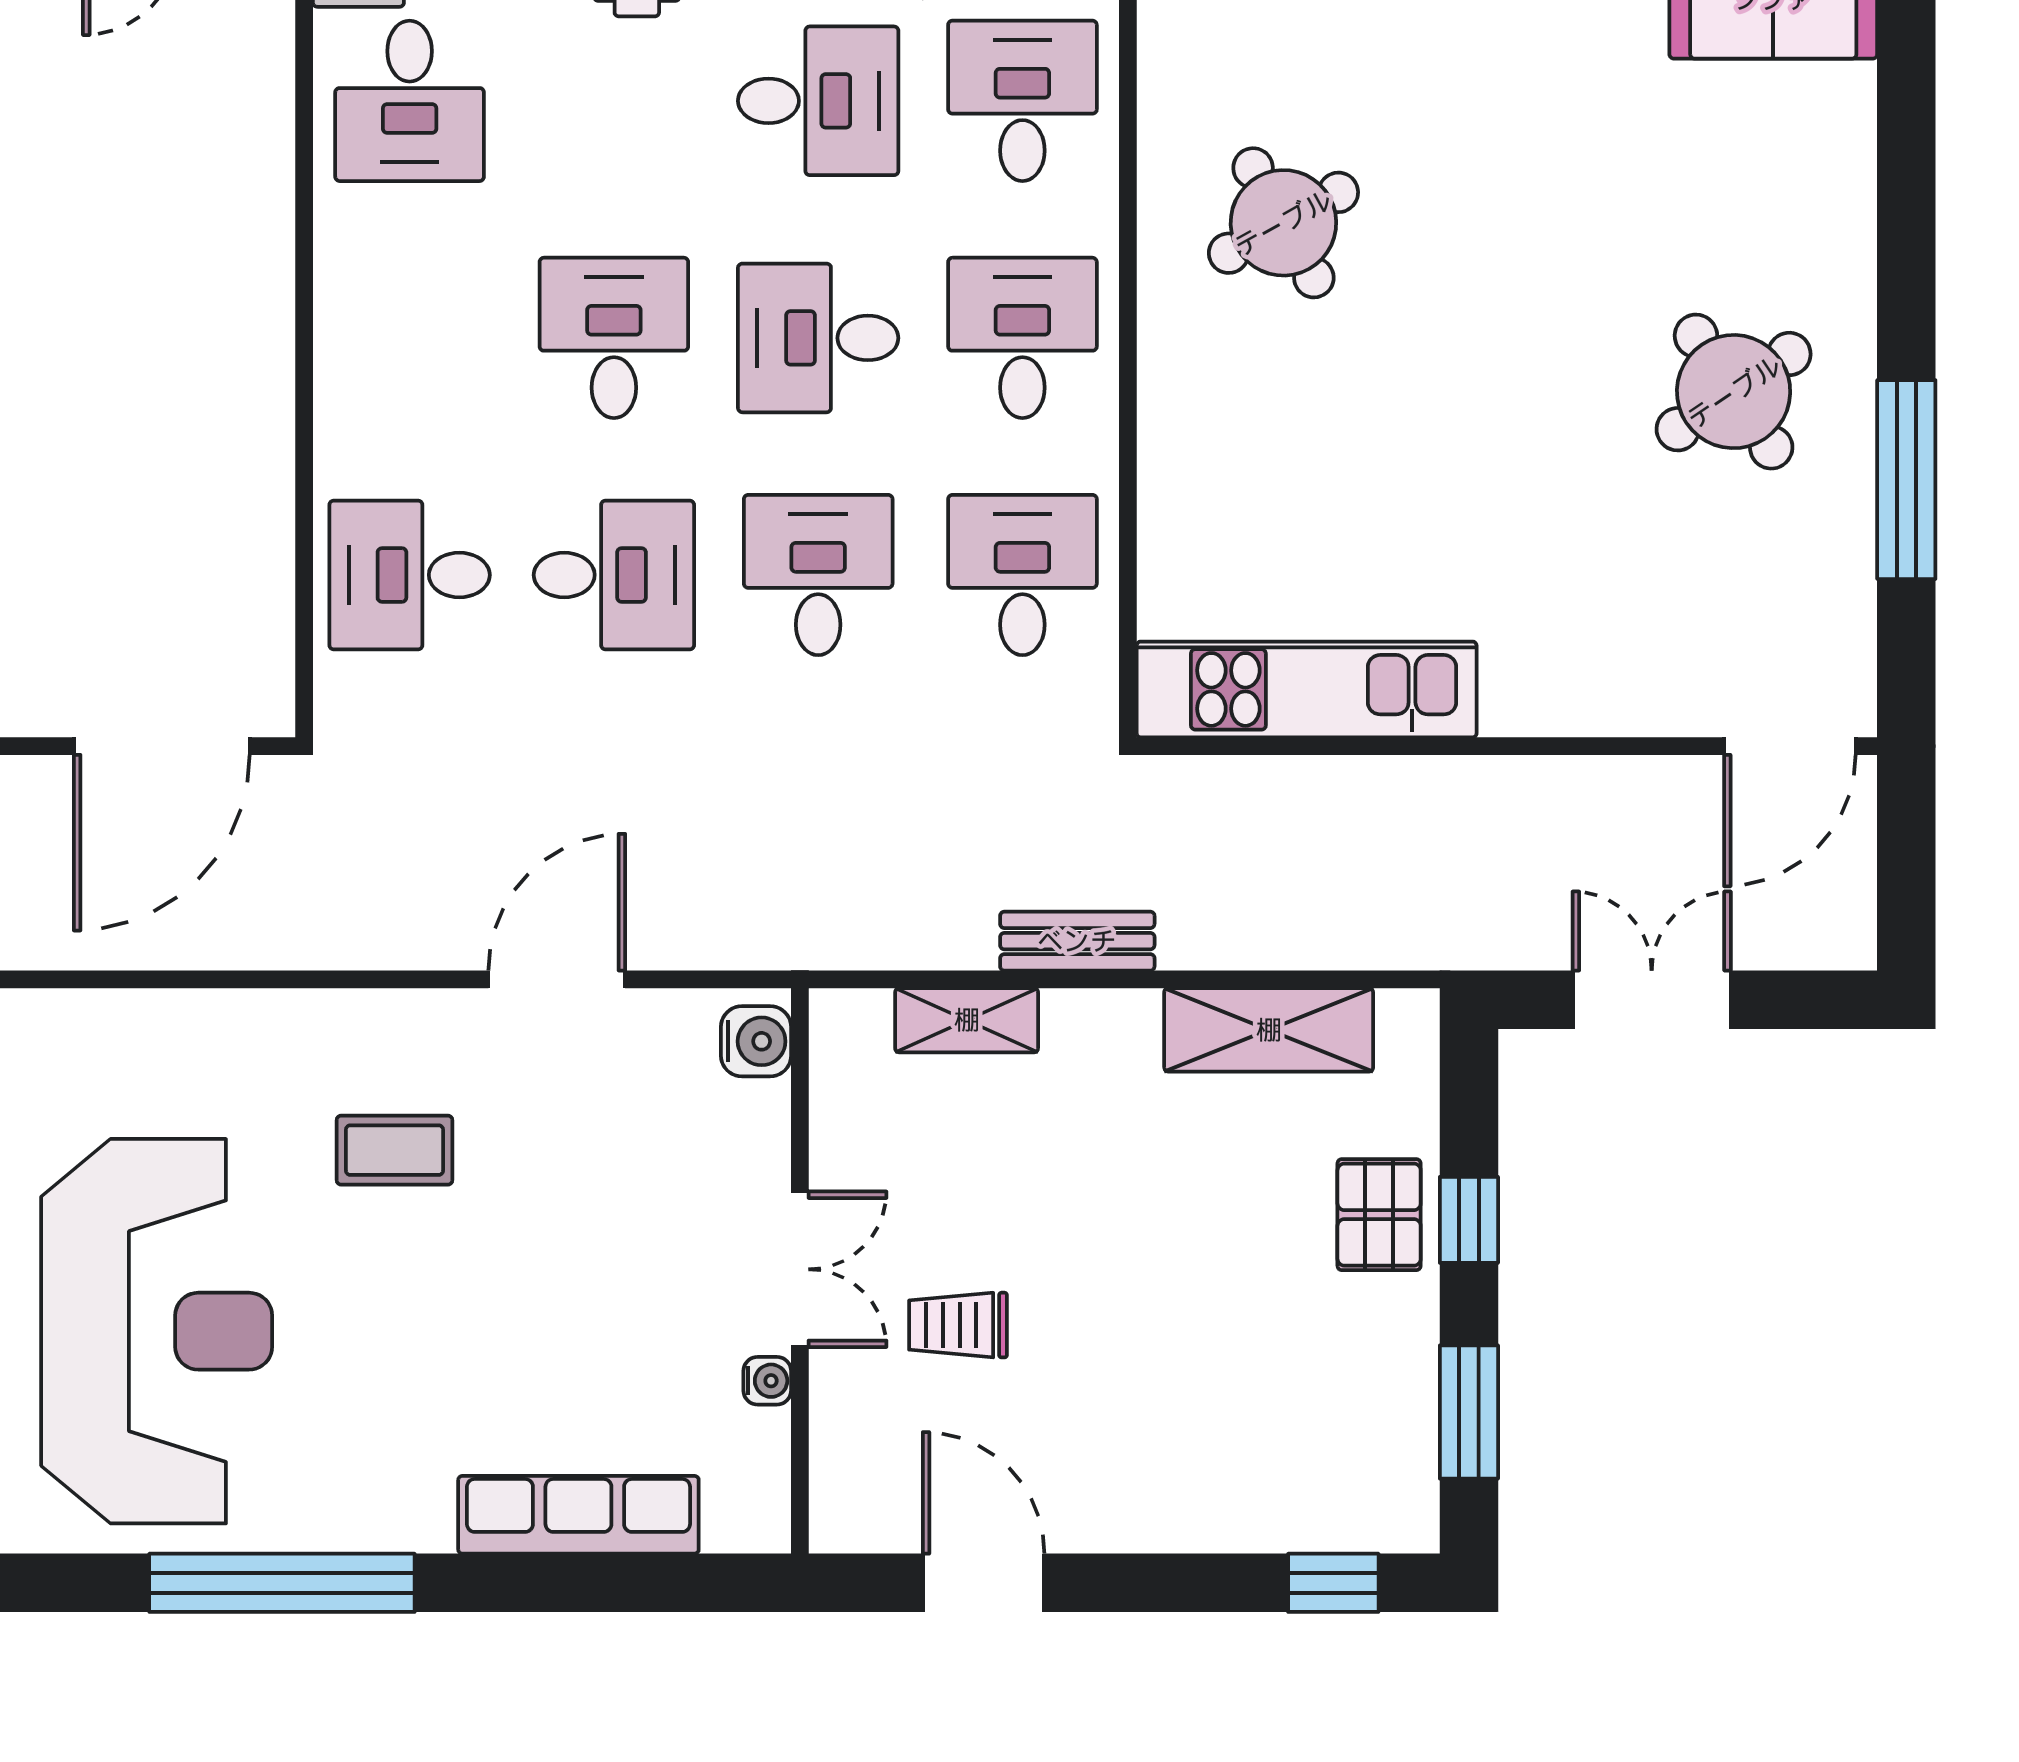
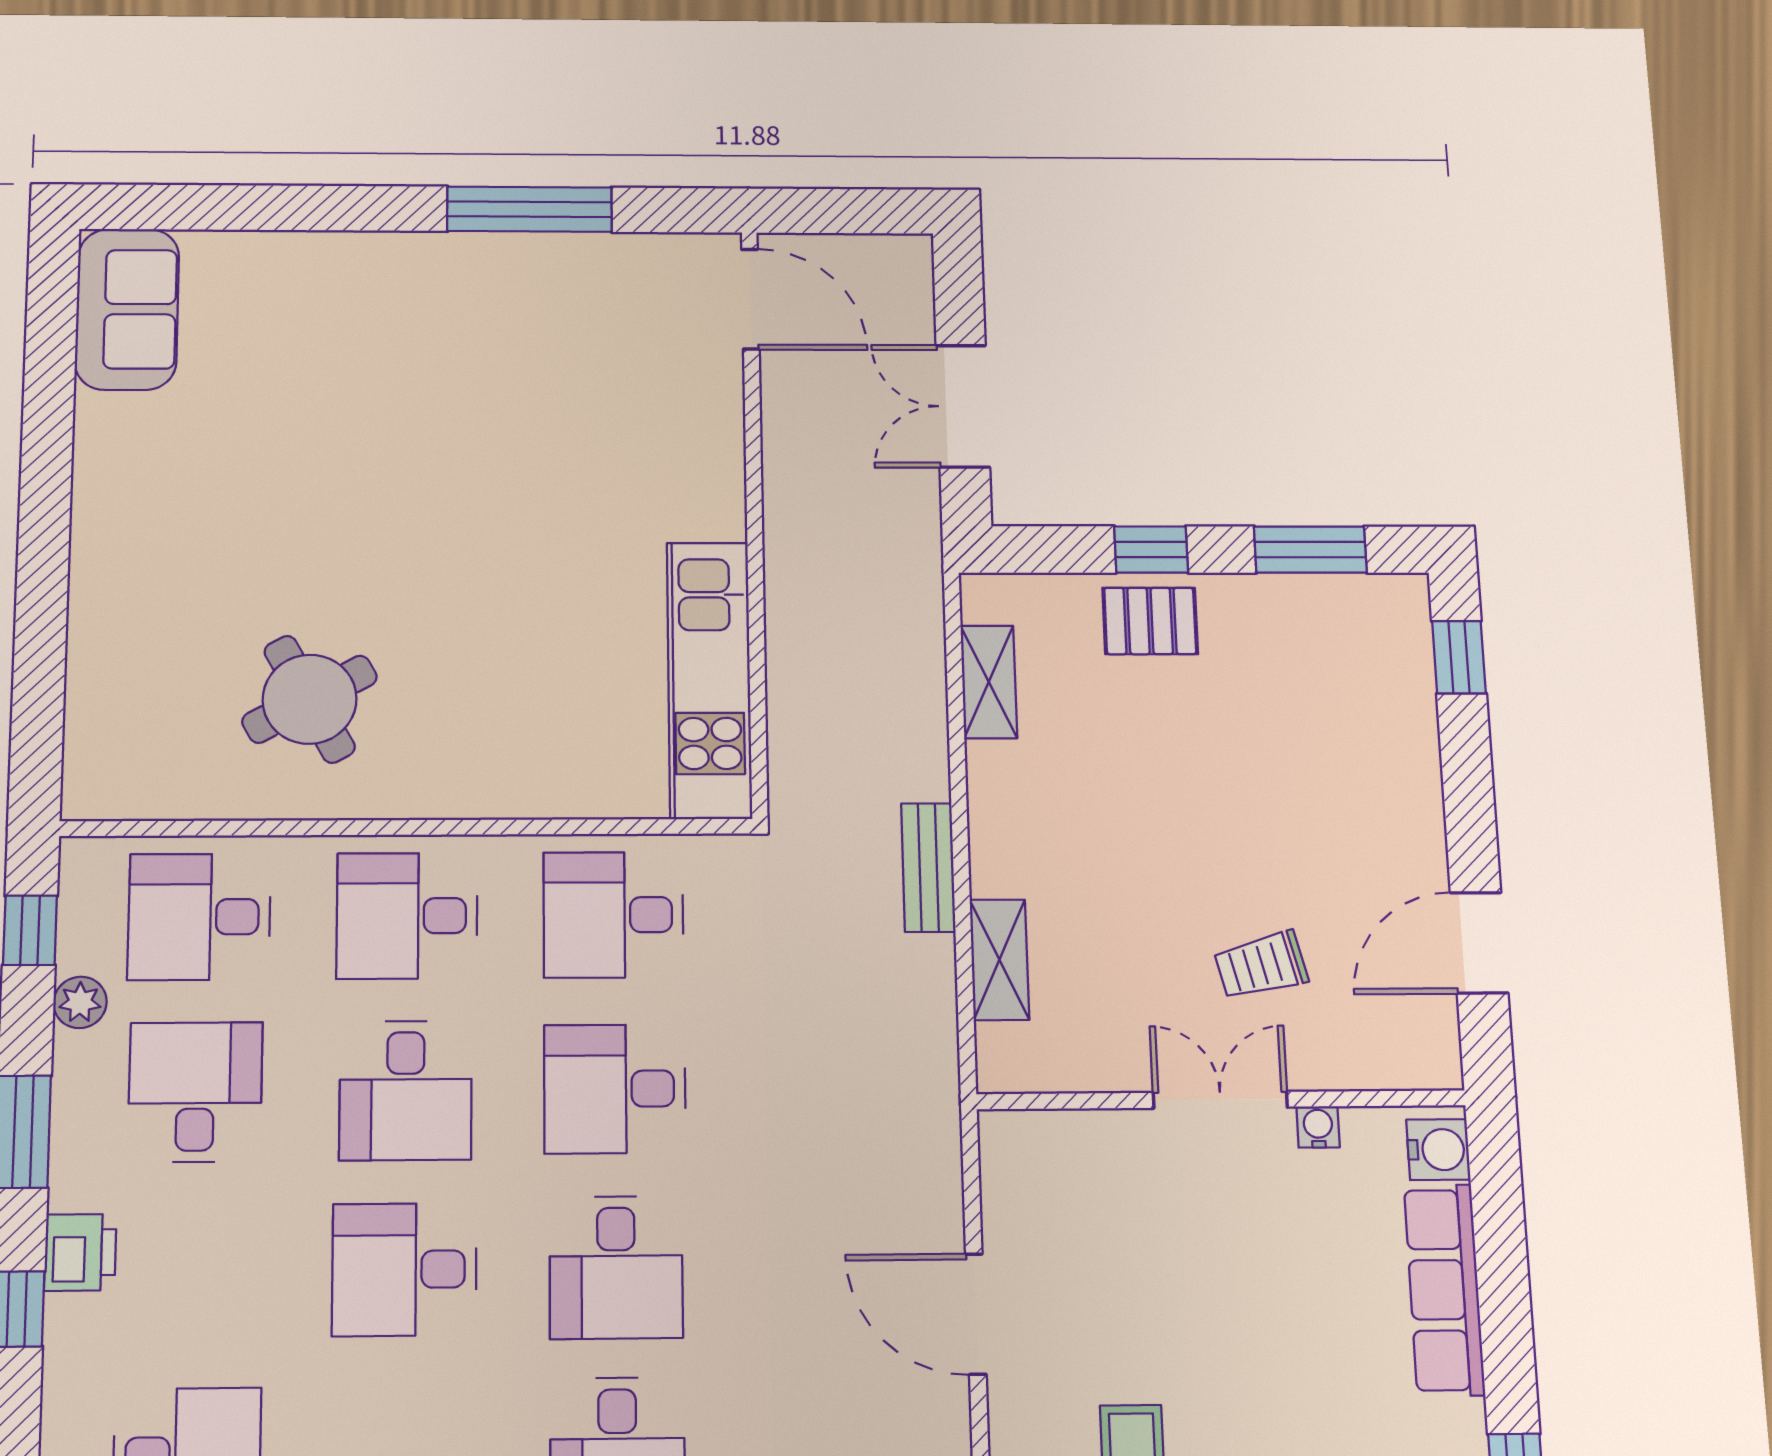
round table: (1734, 392) -> (456, 341), removed
desk: (614, 575) -> (616, 1267), turned 180
shelving: (1269, 1030) -> (989, 682), width x0.67, depth x0.75
water cooler: (756, 1041) -> (1438, 1150), moved, turned 90
trolley: (958, 1325) -> (1261, 965), turned 76

